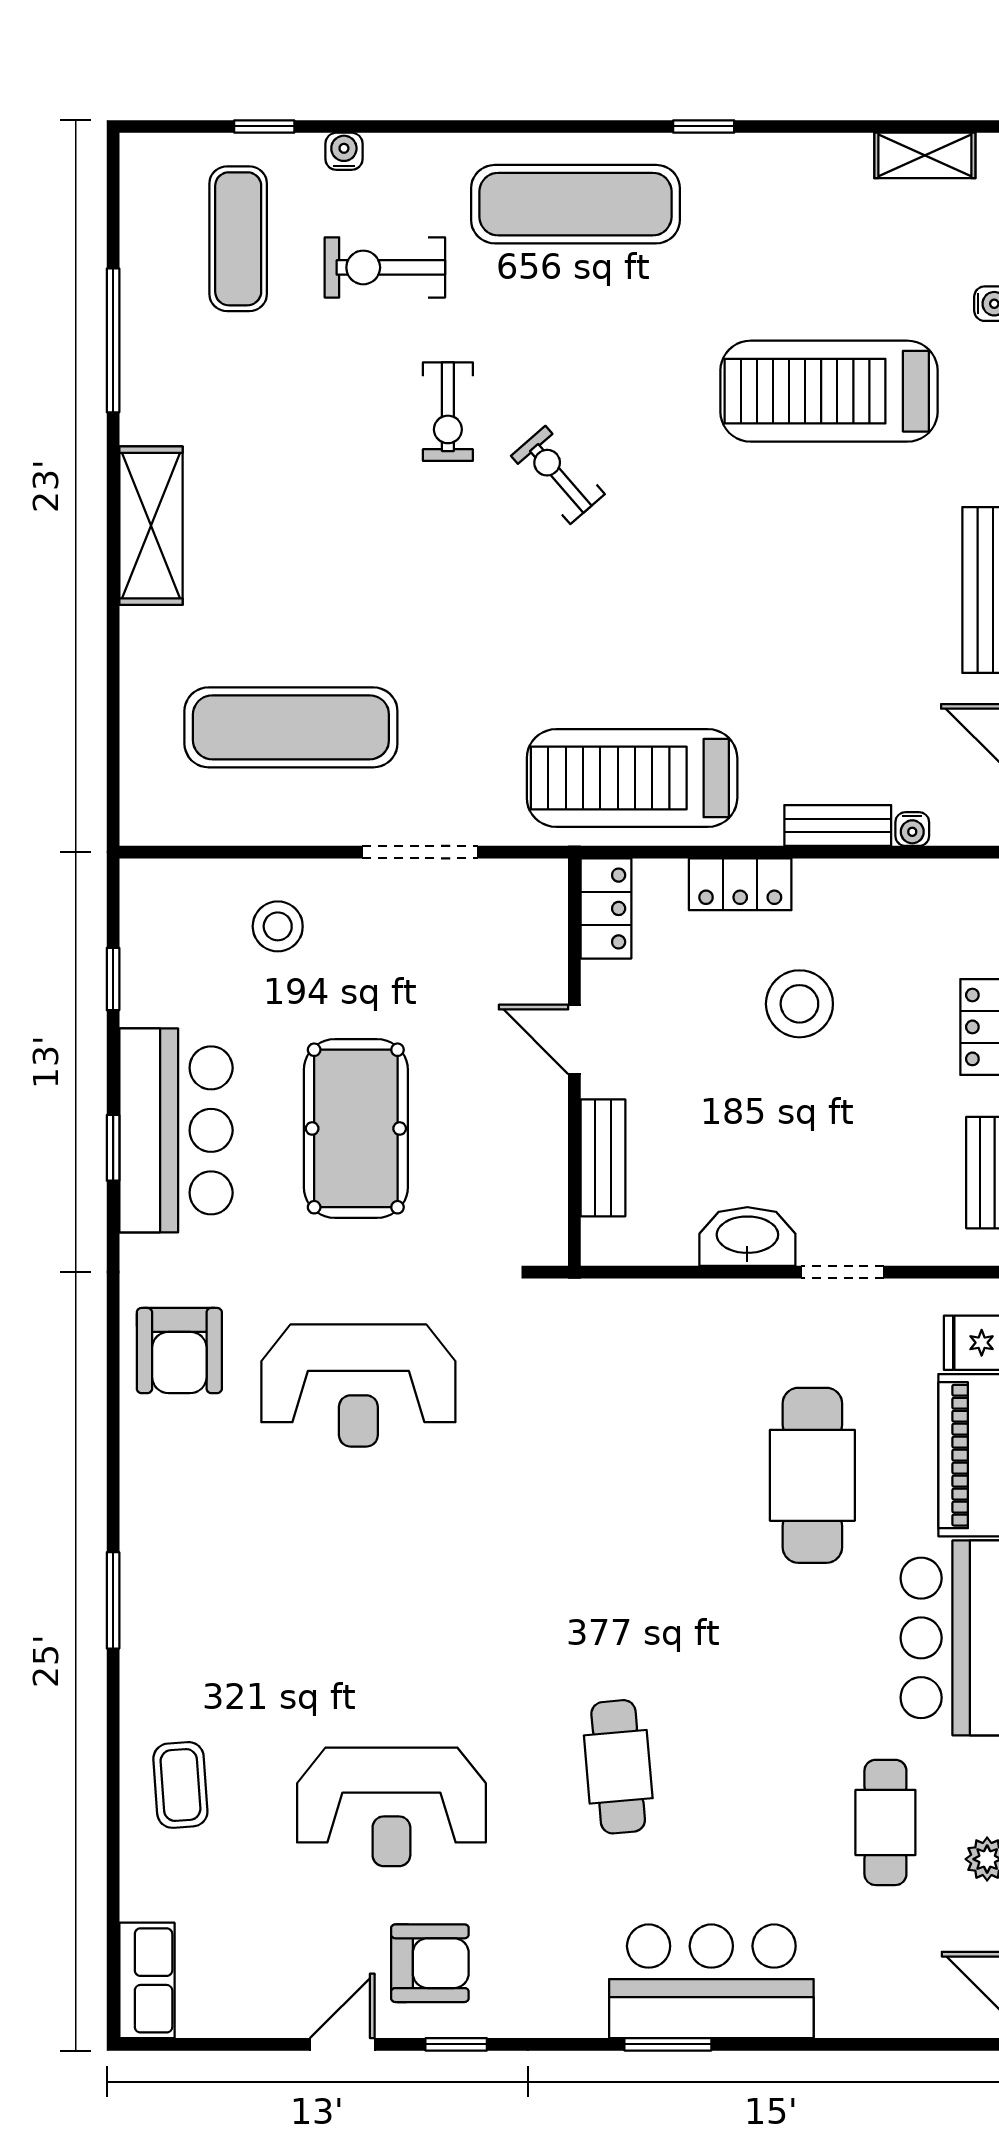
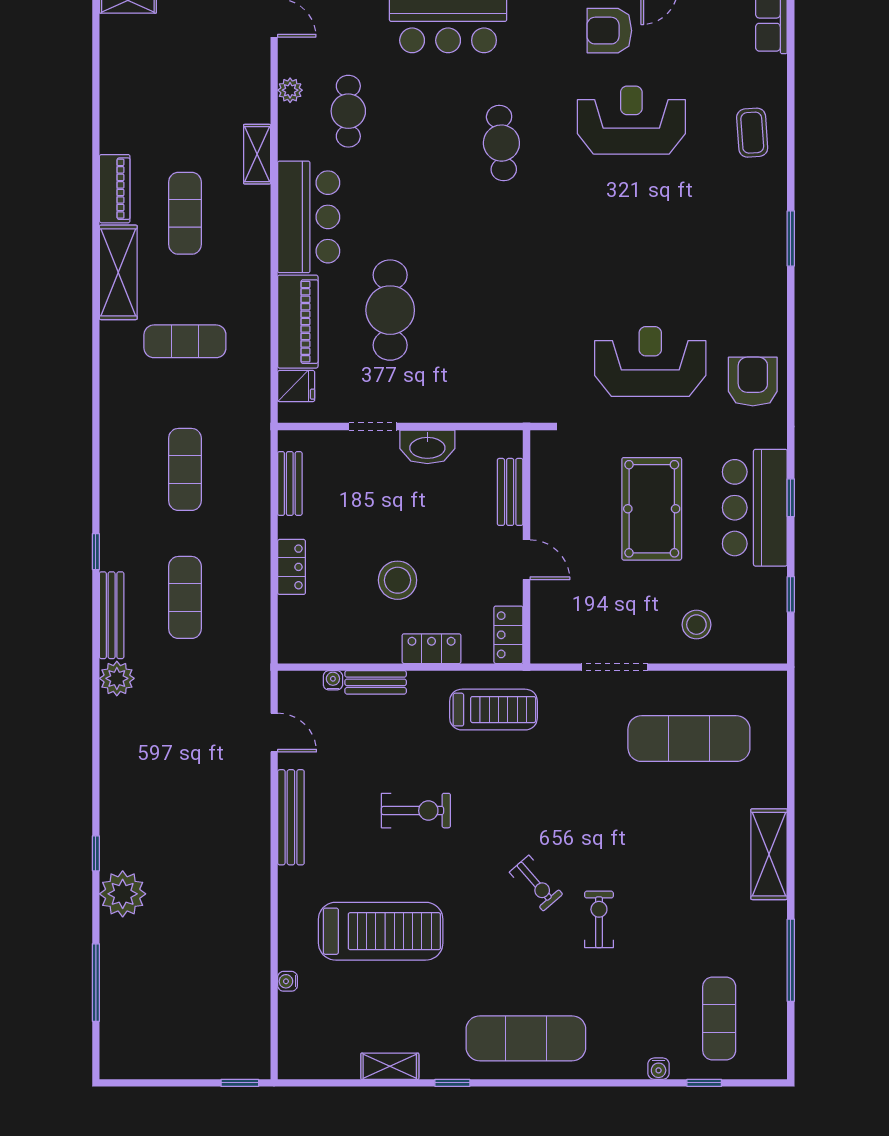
shelving: (925, 155) -> (390, 1066), moved
exercise bike: (385, 267) -> (416, 811), moved
treadmill: (632, 778) -> (493, 710), width x0.73, depth x0.73

